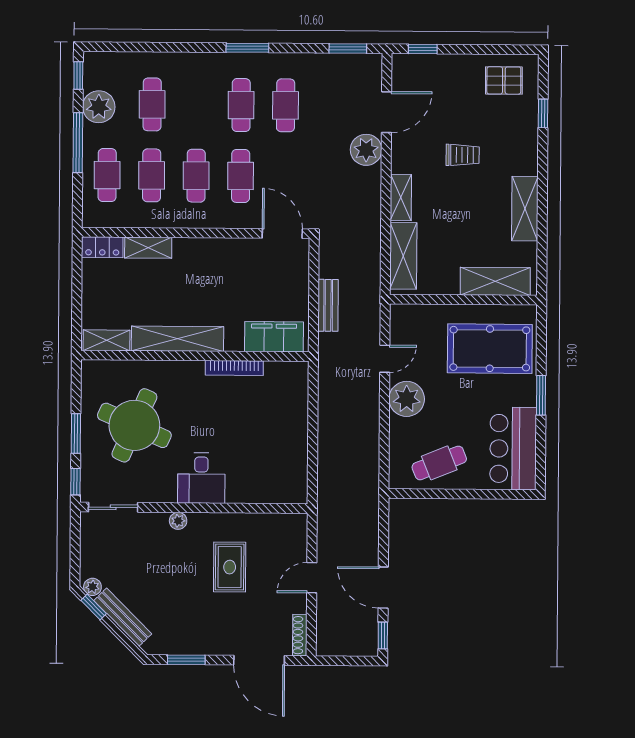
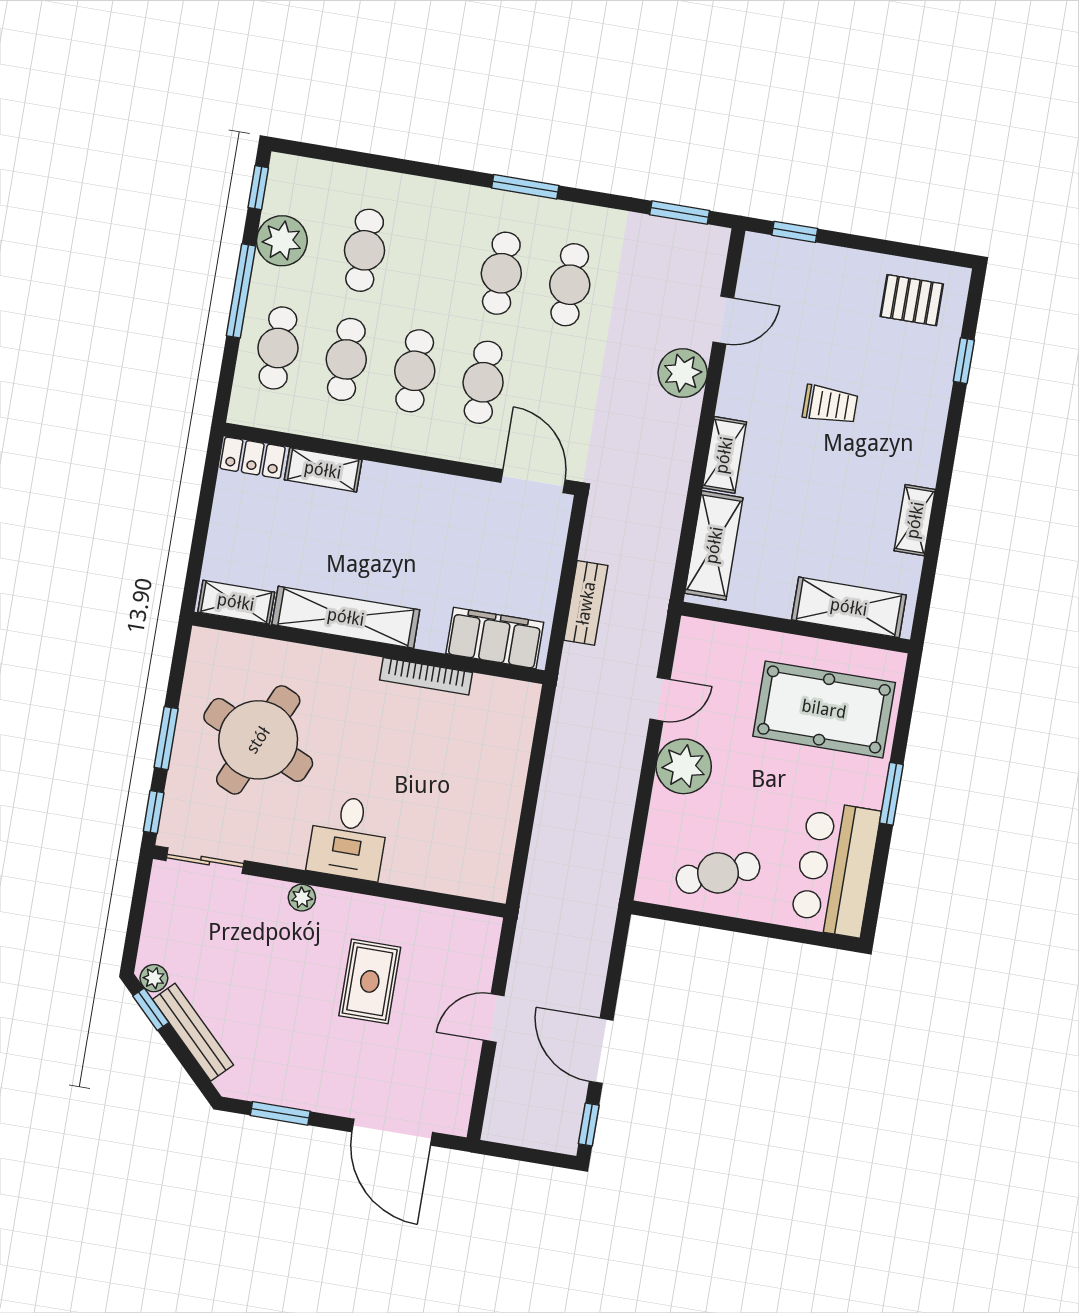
door: (387, 112) -> (723, 320), width x0.73
shelving: (525, 209) -> (915, 520), width x0.67, depth x0.75
shoe rack: (300, 635) -> (461, 1104), removed

